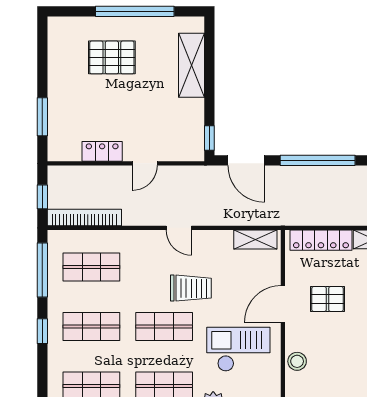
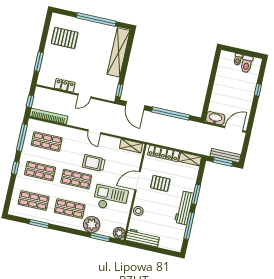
pallet: (112, 57) -> (65, 38), moved
shelving: (192, 65) -> (119, 52), width x1.47
trolley: (191, 288) -> (94, 163), turned 180

